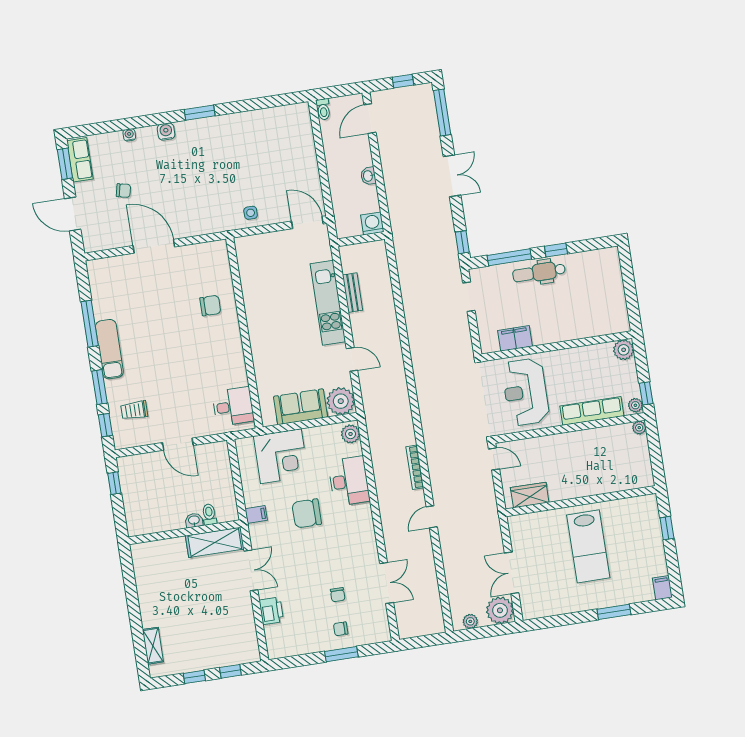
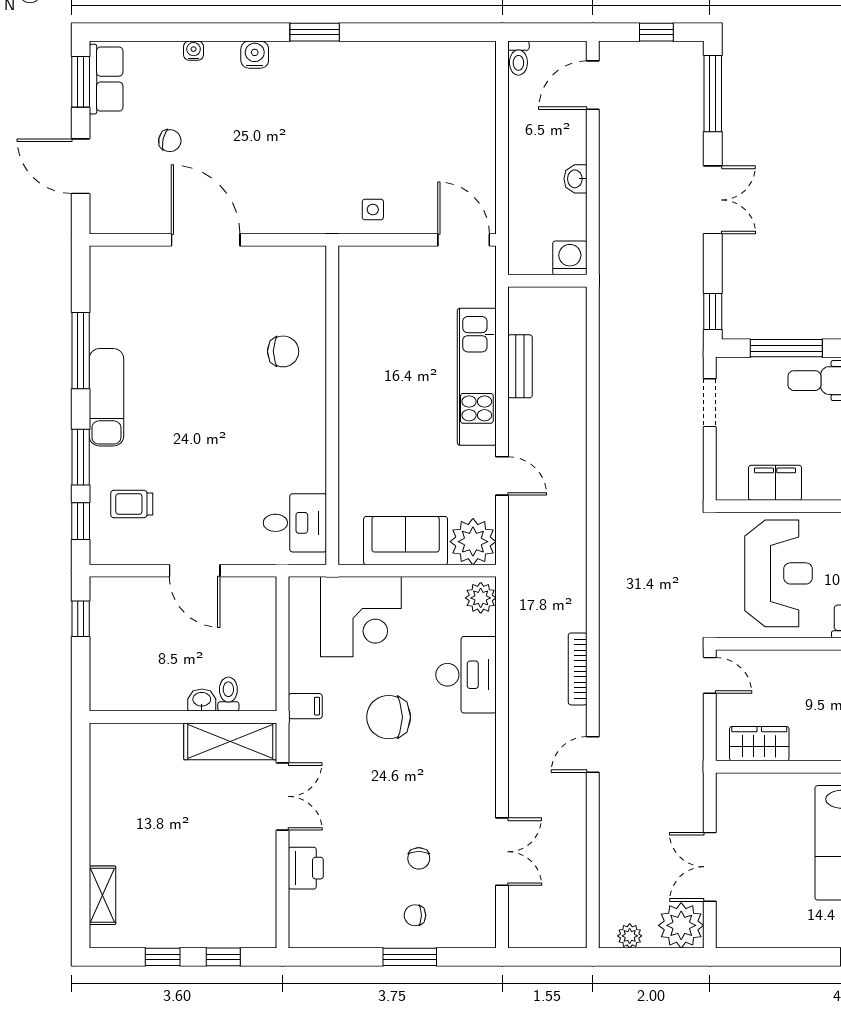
reception desk: (525, 392) -> (778, 573), turned 180

